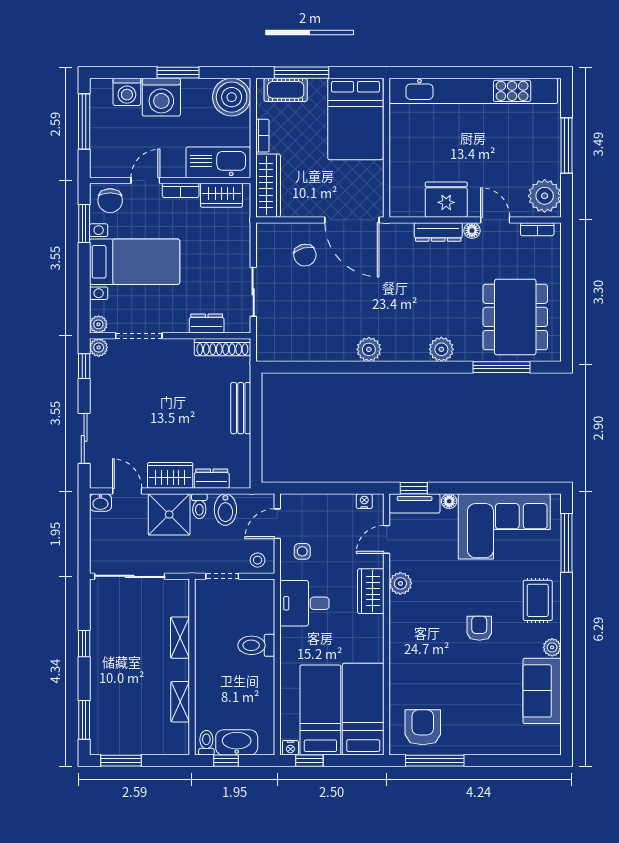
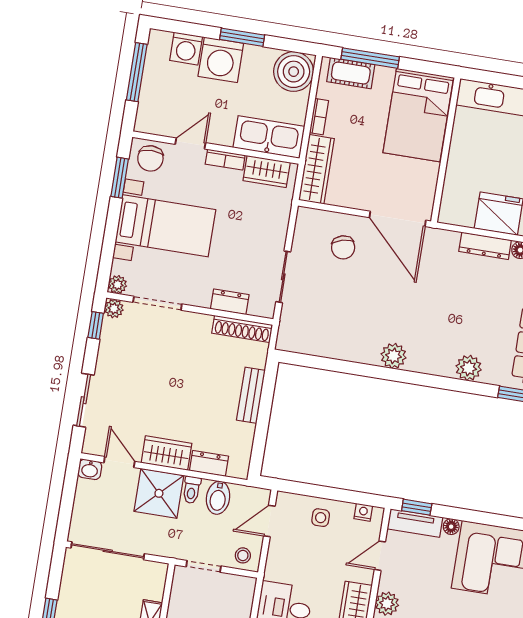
side table: (302, 551) -> (321, 518), moved

